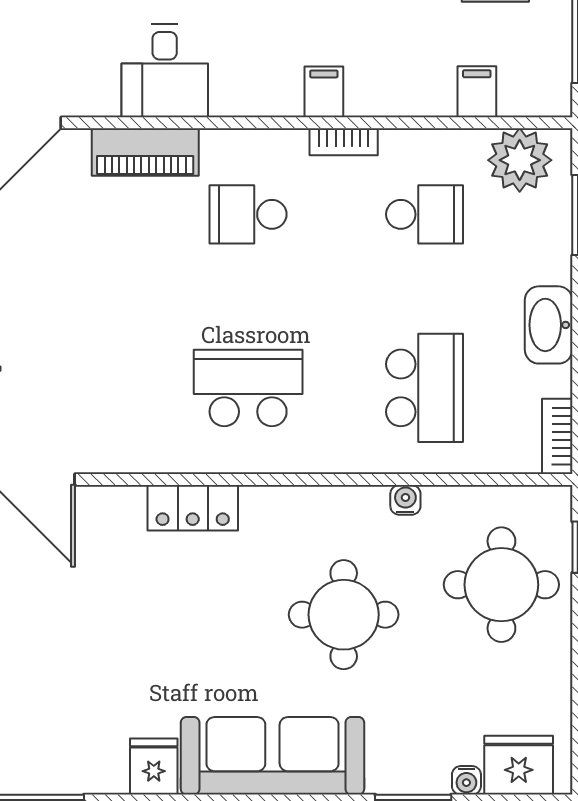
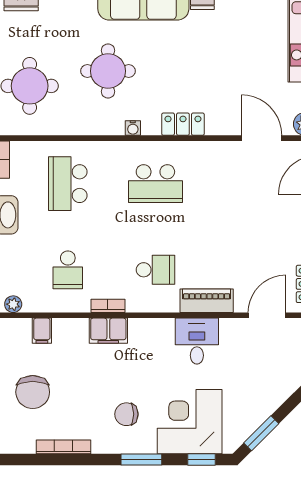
filing cabinet: (324, 92) -> (108, 331), width x2.00
plant: (520, 160) -> (13, 304), width x0.53, depth x0.53
school desk: (425, 214) -> (68, 270), turned -90
water cooler: (405, 500) -> (133, 128), moved

